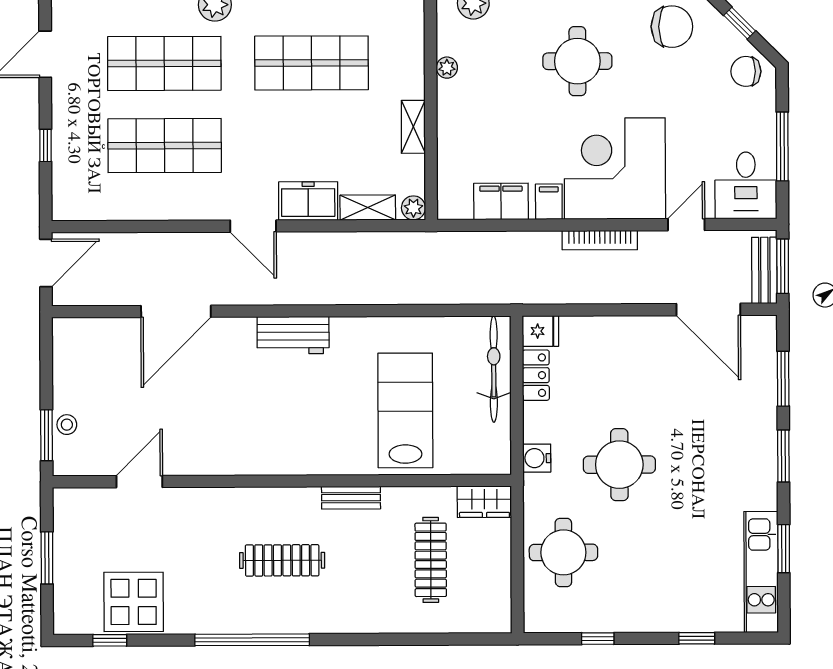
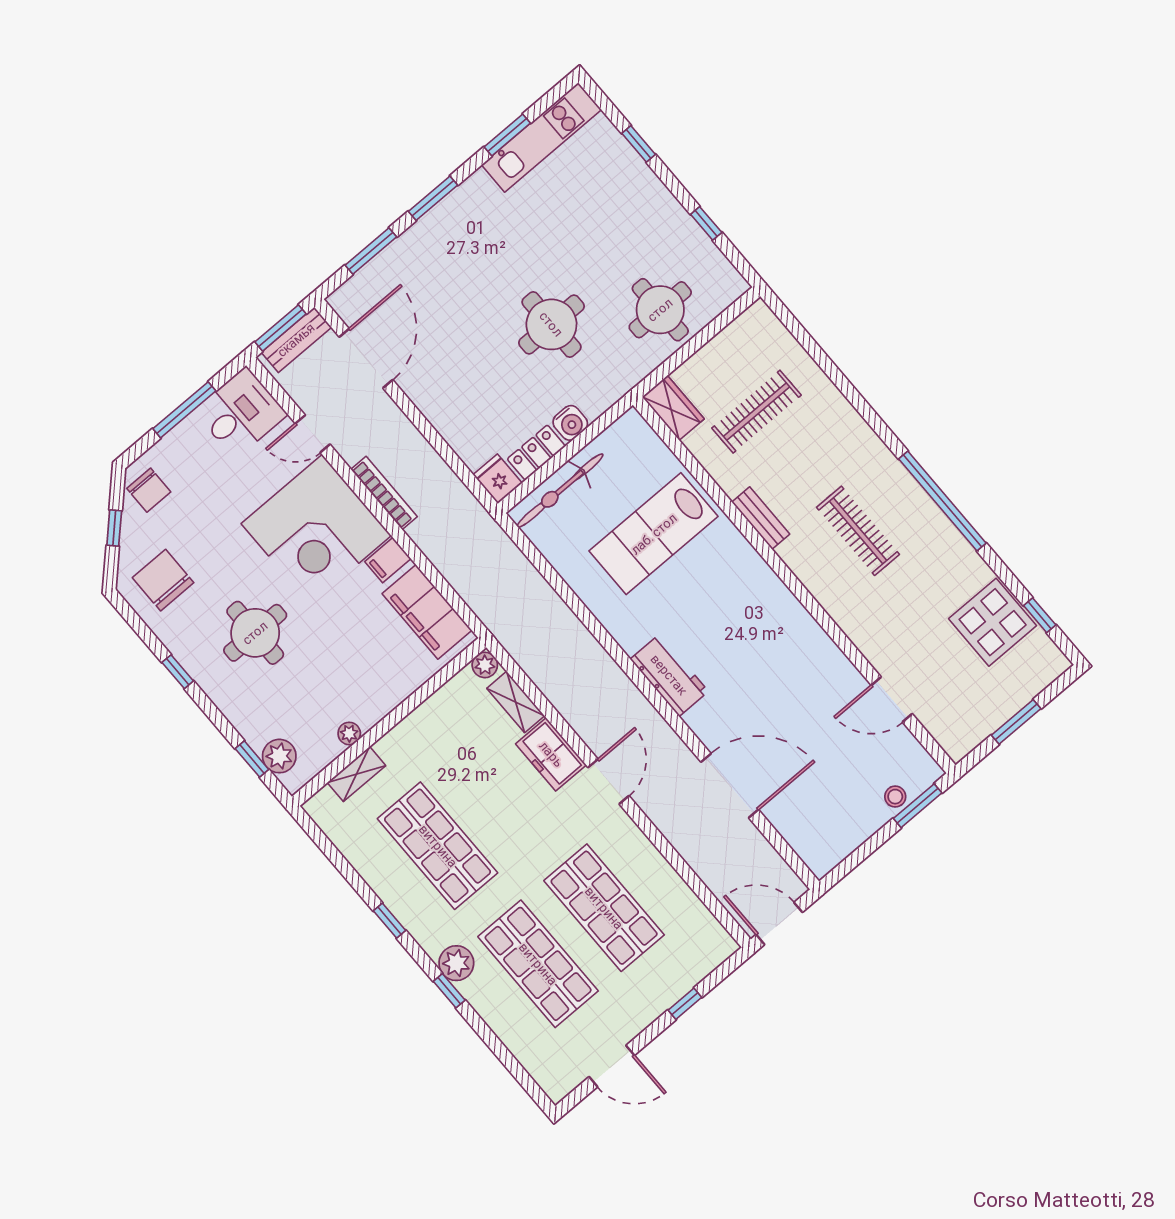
shelving: (413, 127) -> (356, 774), moved
filing cabinet: (501, 201) -> (427, 612), width x1.50, depth x1.17
water cooler: (537, 458) -> (570, 423), moved

